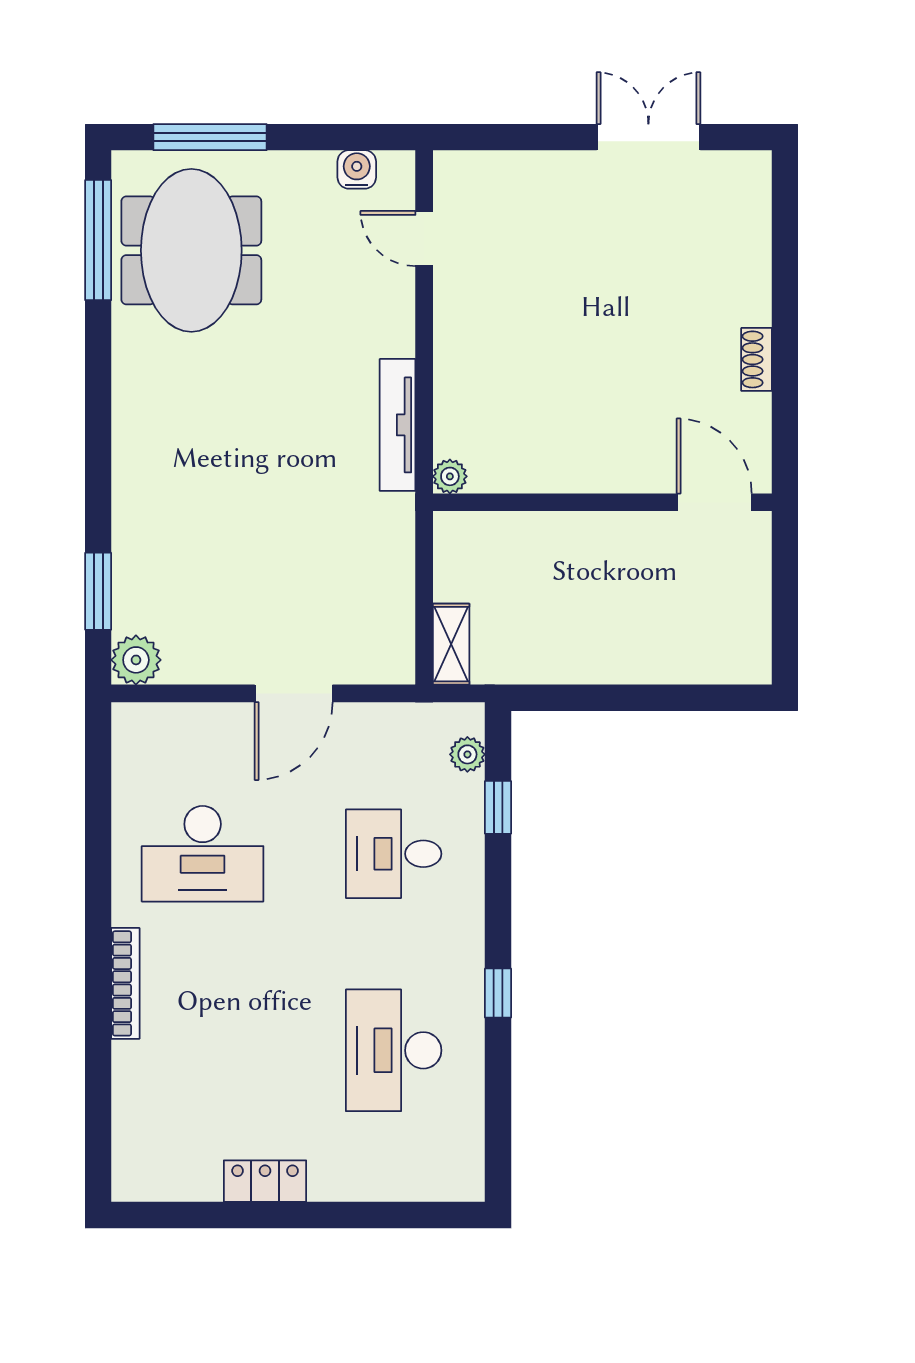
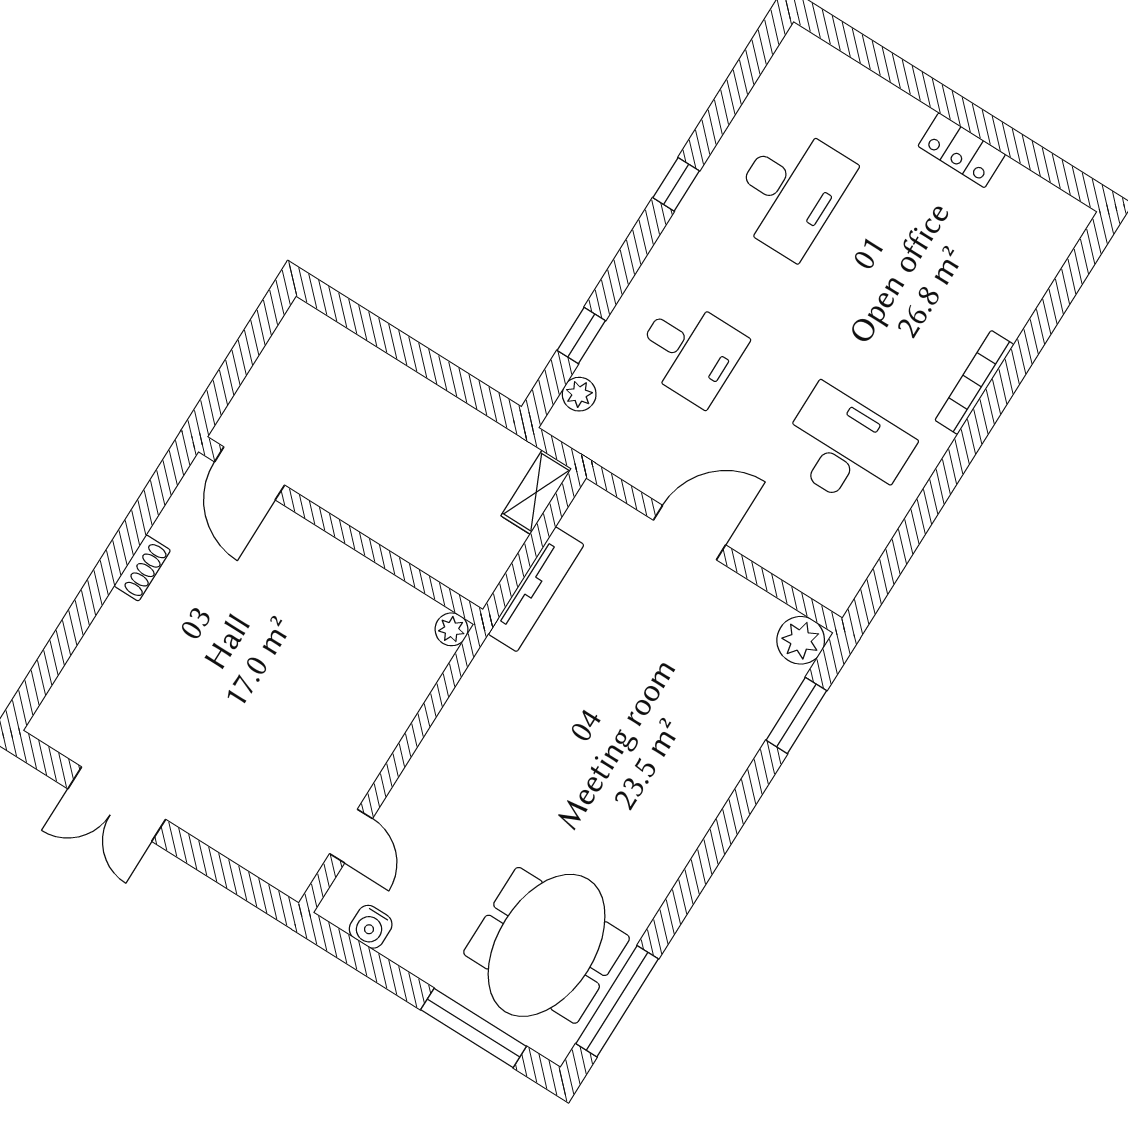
tv unit: (398, 425) -> (536, 589), moved

